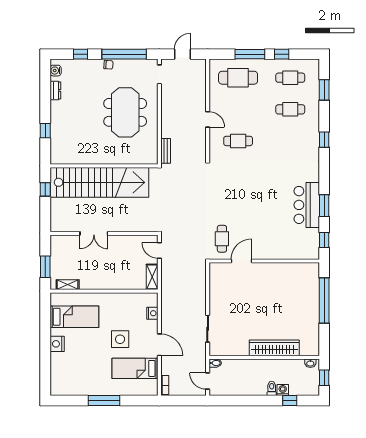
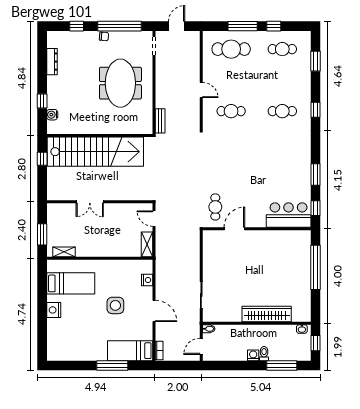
water cooler: (56, 71) -> (52, 115), moved
dresser: (55, 90) -> (52, 62), width x1.44
cafe table: (290, 109) -> (282, 111), moved
bar counter: (307, 205) -> (289, 215), moved, turned 90
bed: (135, 368) -> (130, 351), moved
door: (208, 381) -> (201, 346), hinge flipped
washing machine: (283, 390) -> (253, 355), moved
window: (104, 400) -> (112, 366), moved
window: (290, 400) -> (282, 366), width x2.17

